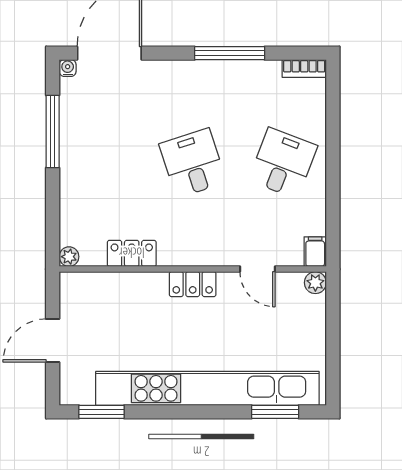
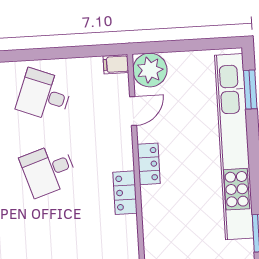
locker: (132, 253) -> (125, 193), moved
plant: (315, 283) -> (150, 70), width x1.88, depth x1.88

